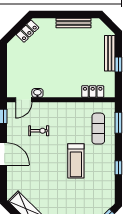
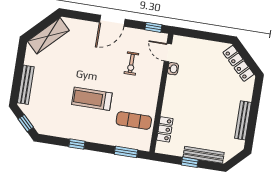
locker: (27, 31) -> (238, 63), width x1.53
exercise mat: (98, 129) -> (134, 120), moved

